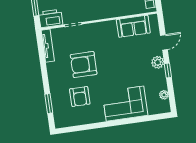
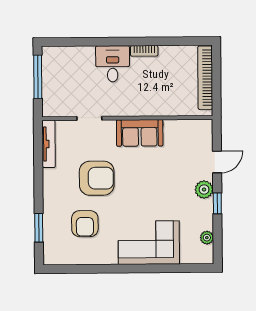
printer: (51, 18) -> (58, 105), removed
sofa: (133, 26) -> (140, 133), moved
armchair: (84, 64) -> (97, 178), turned 180

